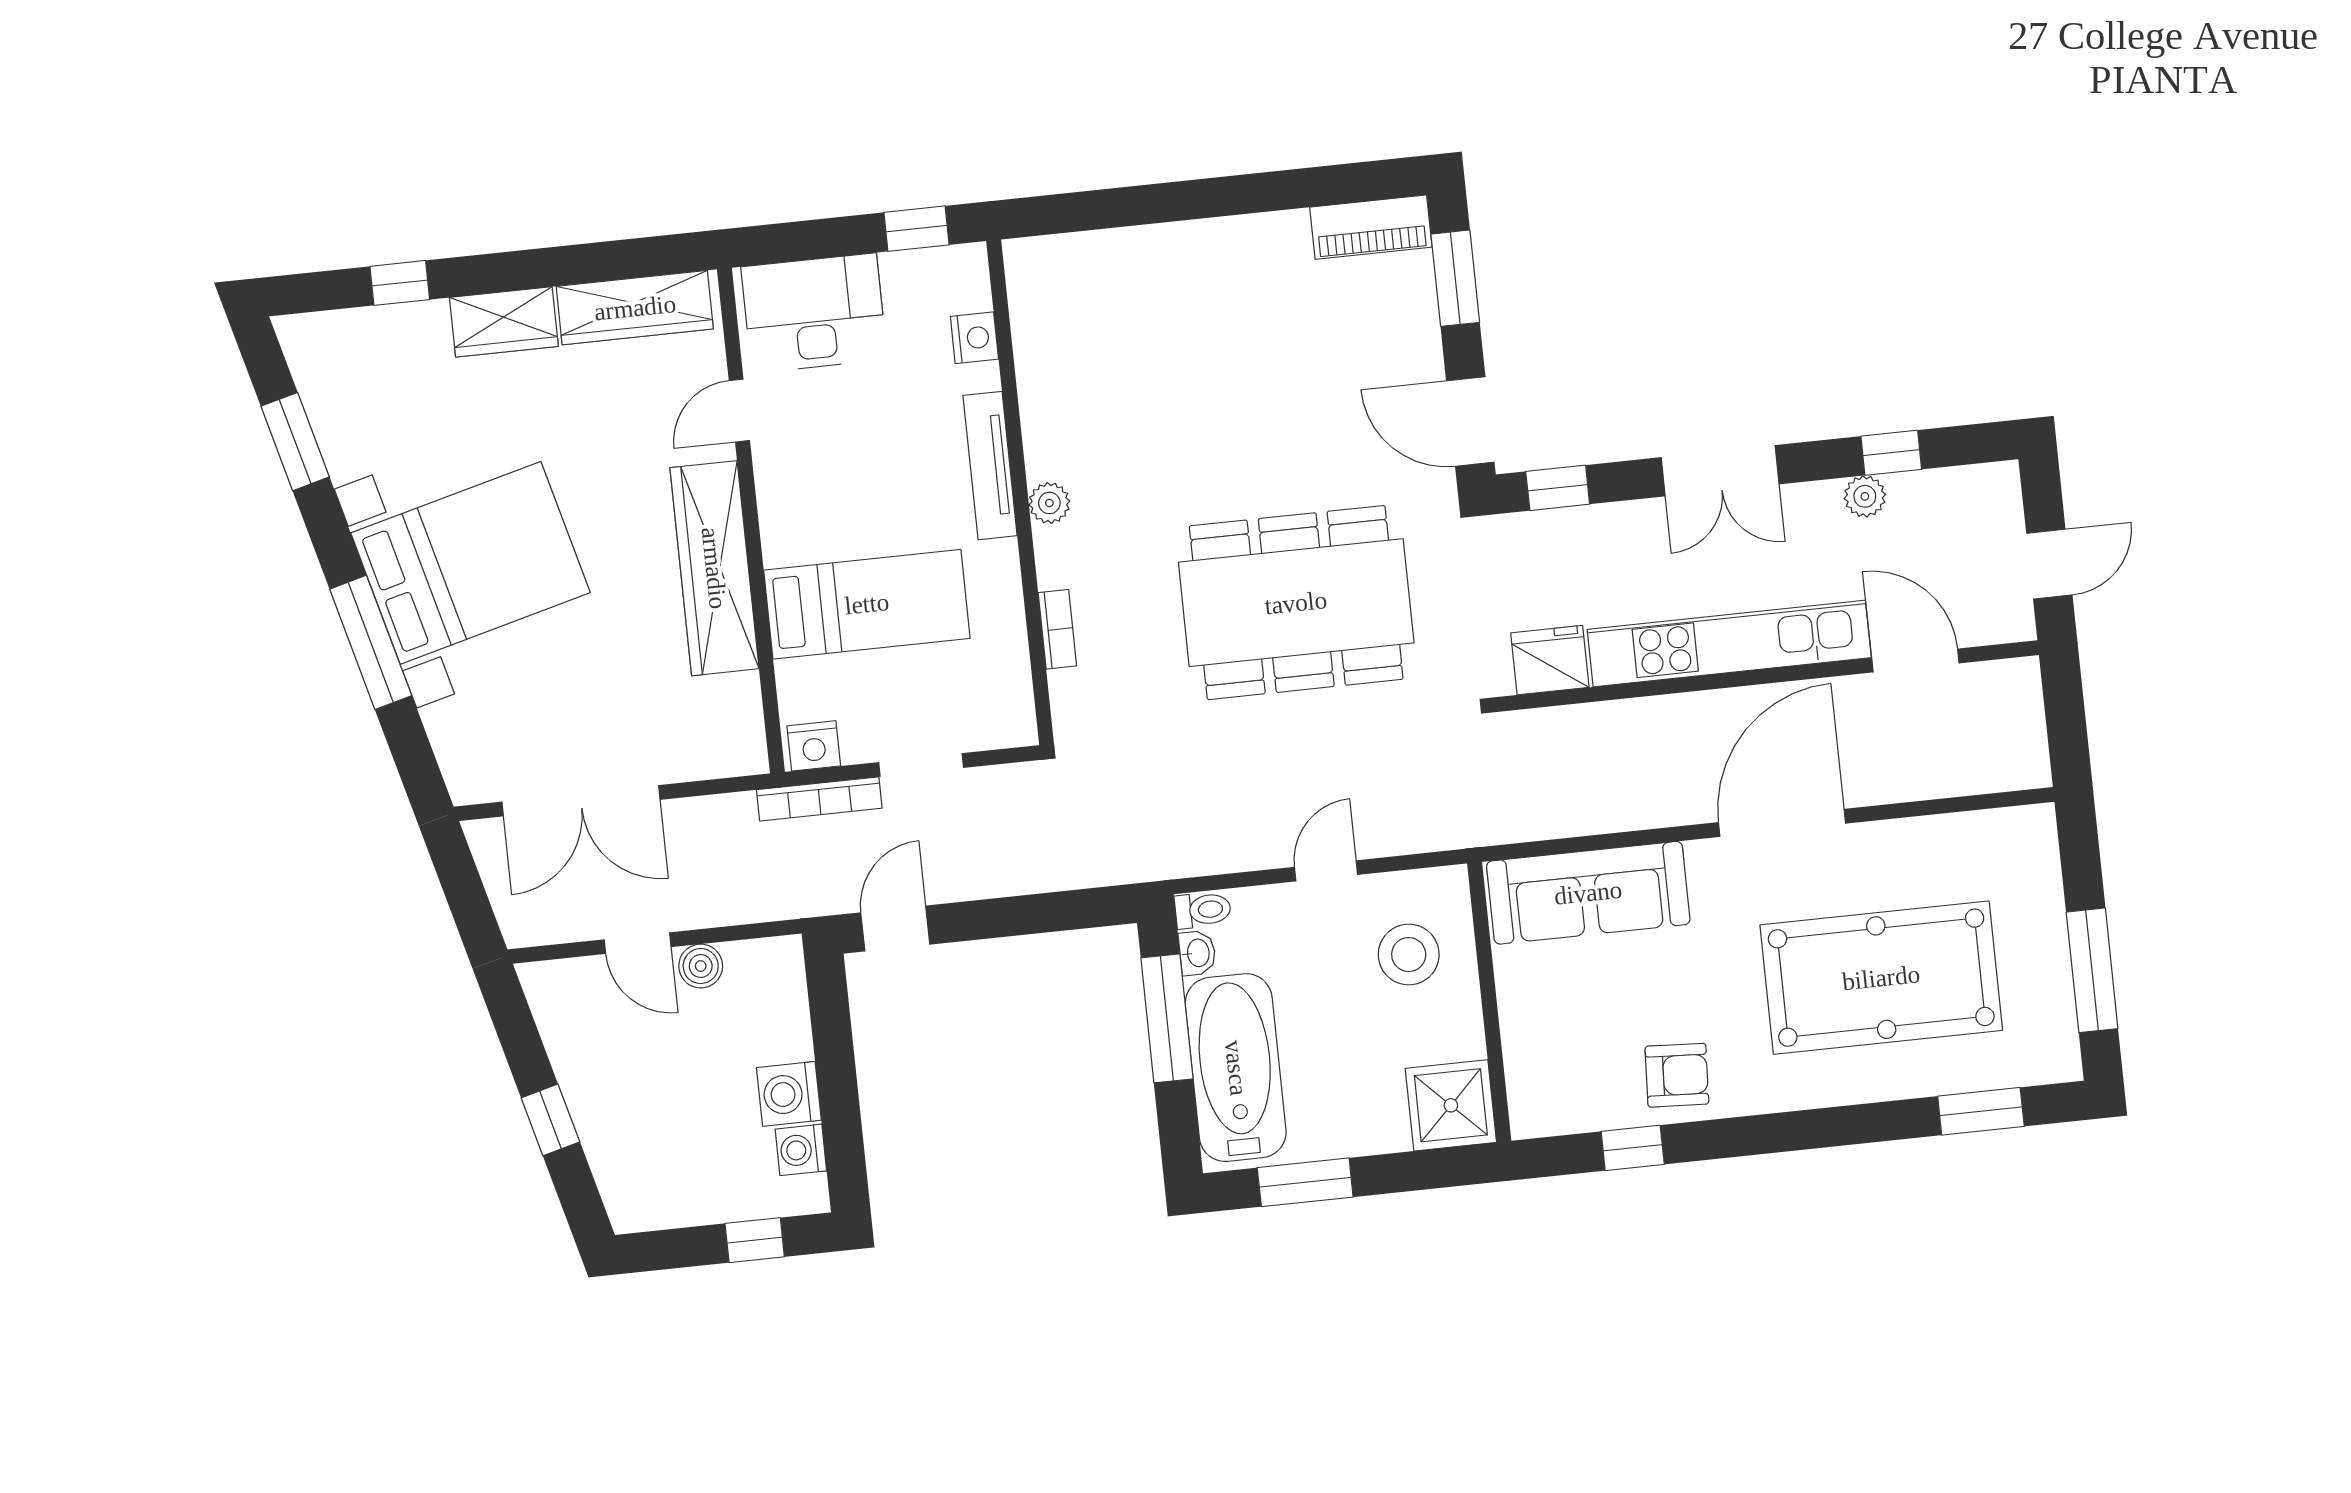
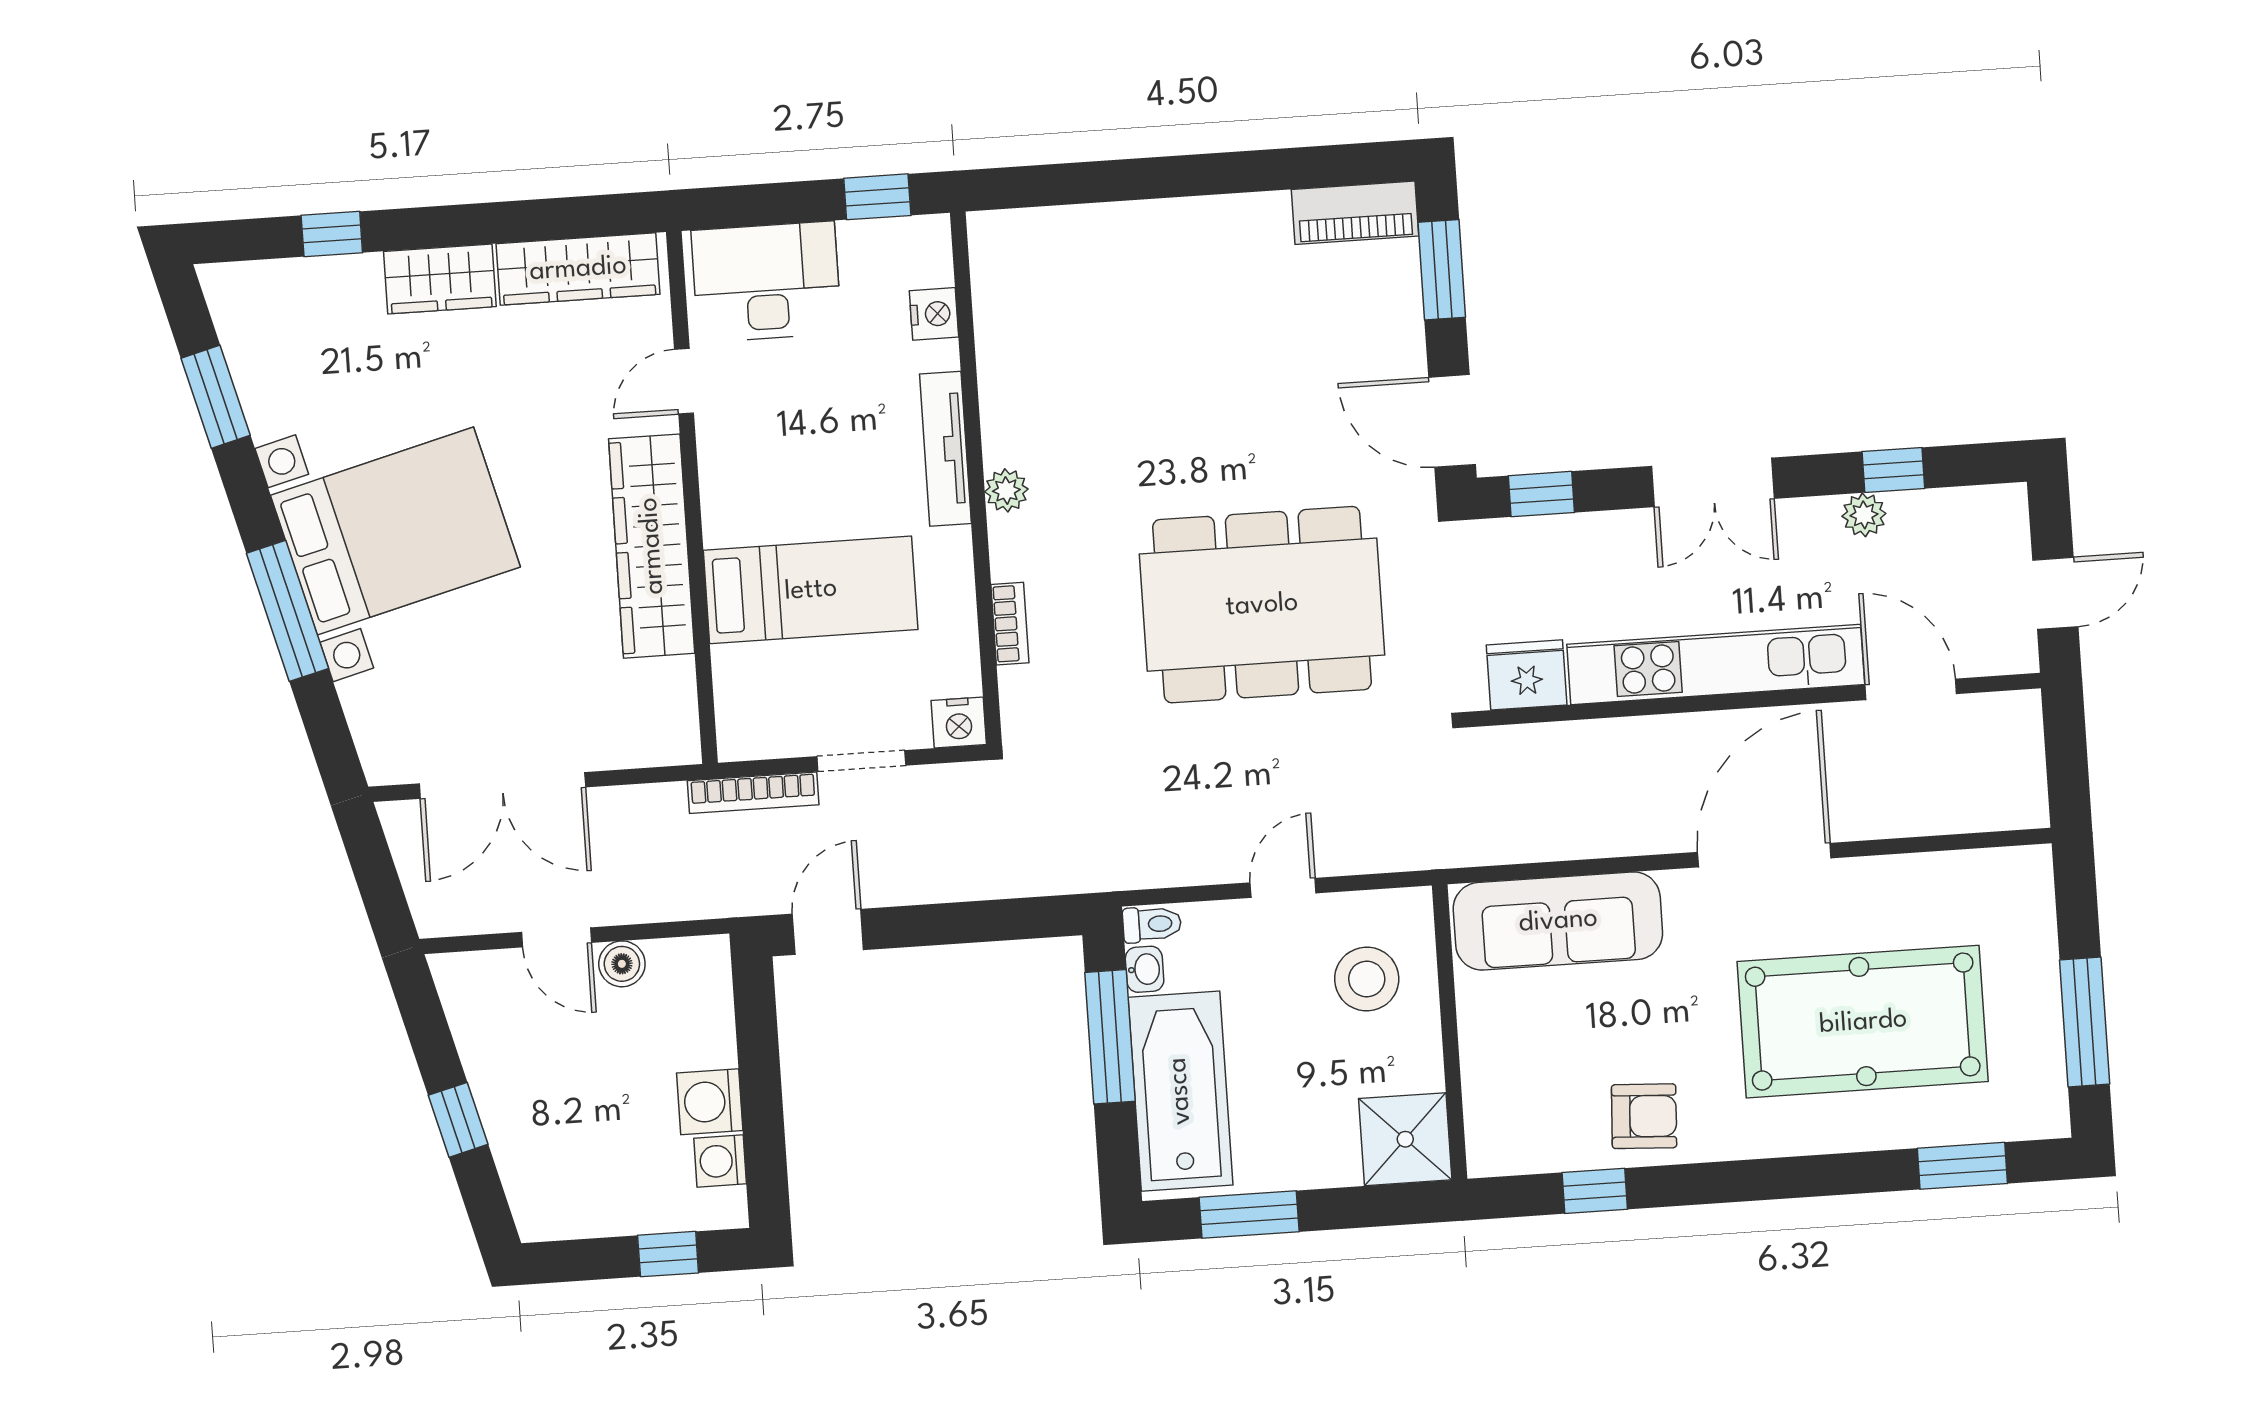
nightstand: (814, 746) -> (959, 723), moved

